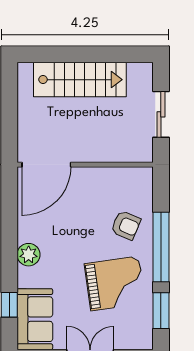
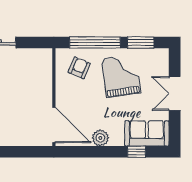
door: (46, 165) -> (54, 125), moved
wall: (85, 165) -> (54, 97), moved

